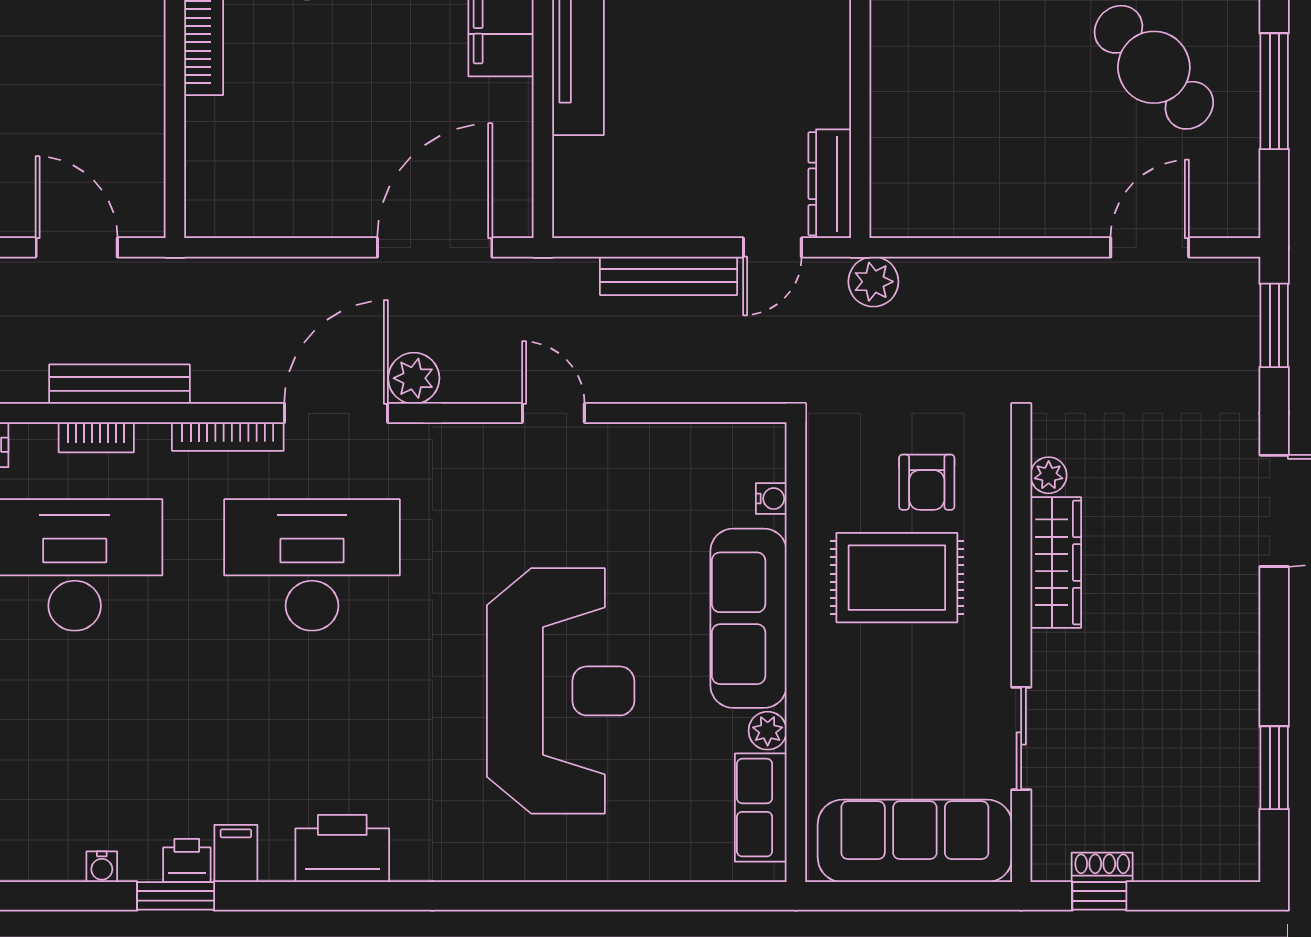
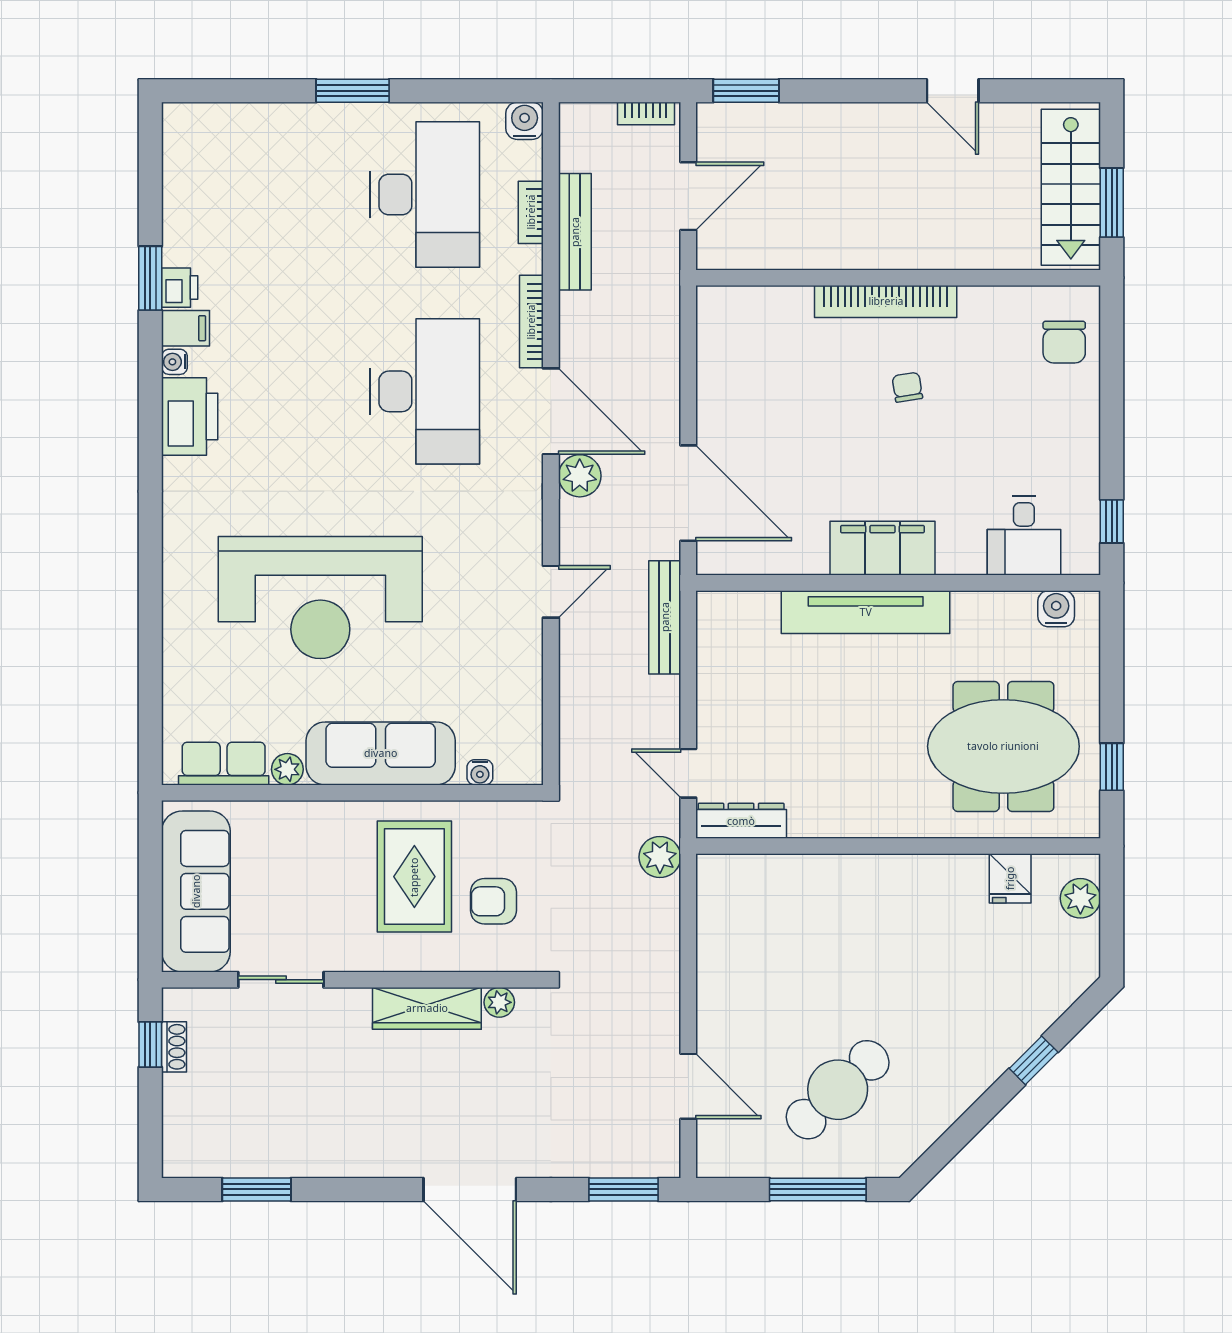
bench: (668, 276) -> (665, 617), moved
water cooler: (102, 867) -> (174, 362), moved

